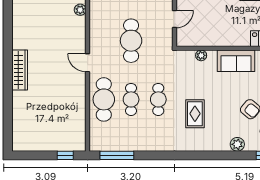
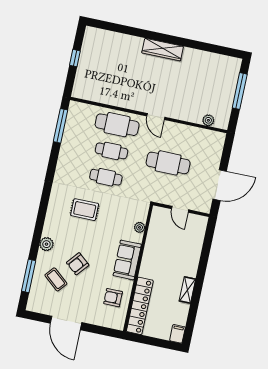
door: (88, 63) -> (156, 117), swing flipped
window: (65, 155) -> (75, 58), moved

